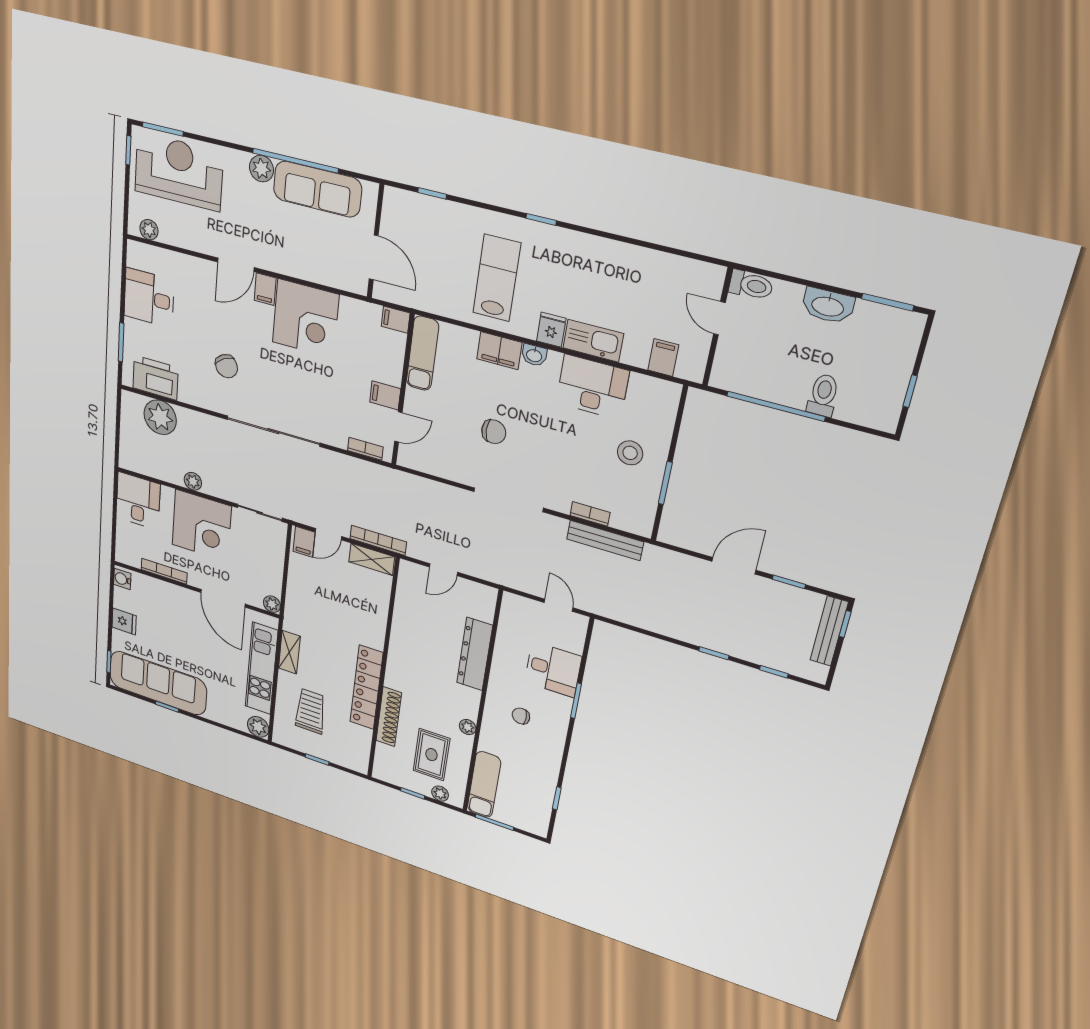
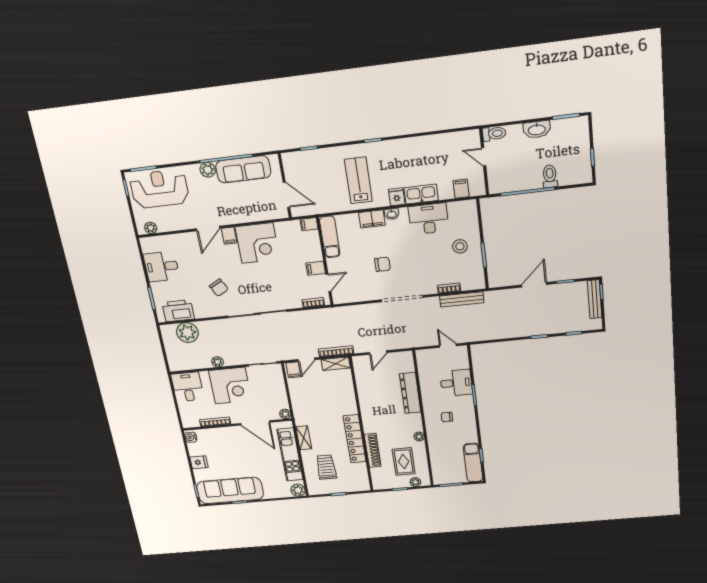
exam couch: (484, 785) -> (473, 463), moved, turned 180

